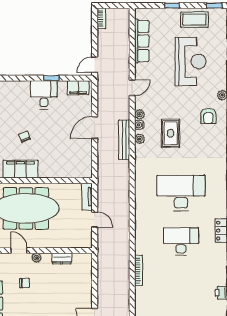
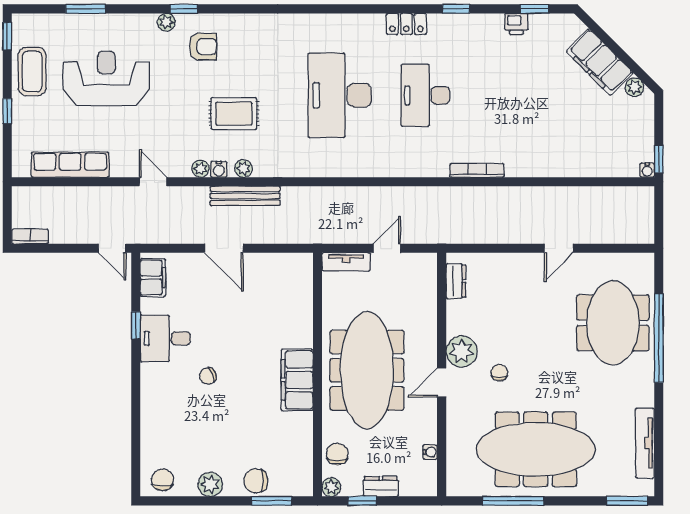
chair: (25, 137) -> (208, 376), moved
plant: (37, 258) -> (462, 351), width x1.88, depth x1.88
dresser: (62, 259) -> (456, 281), moved

